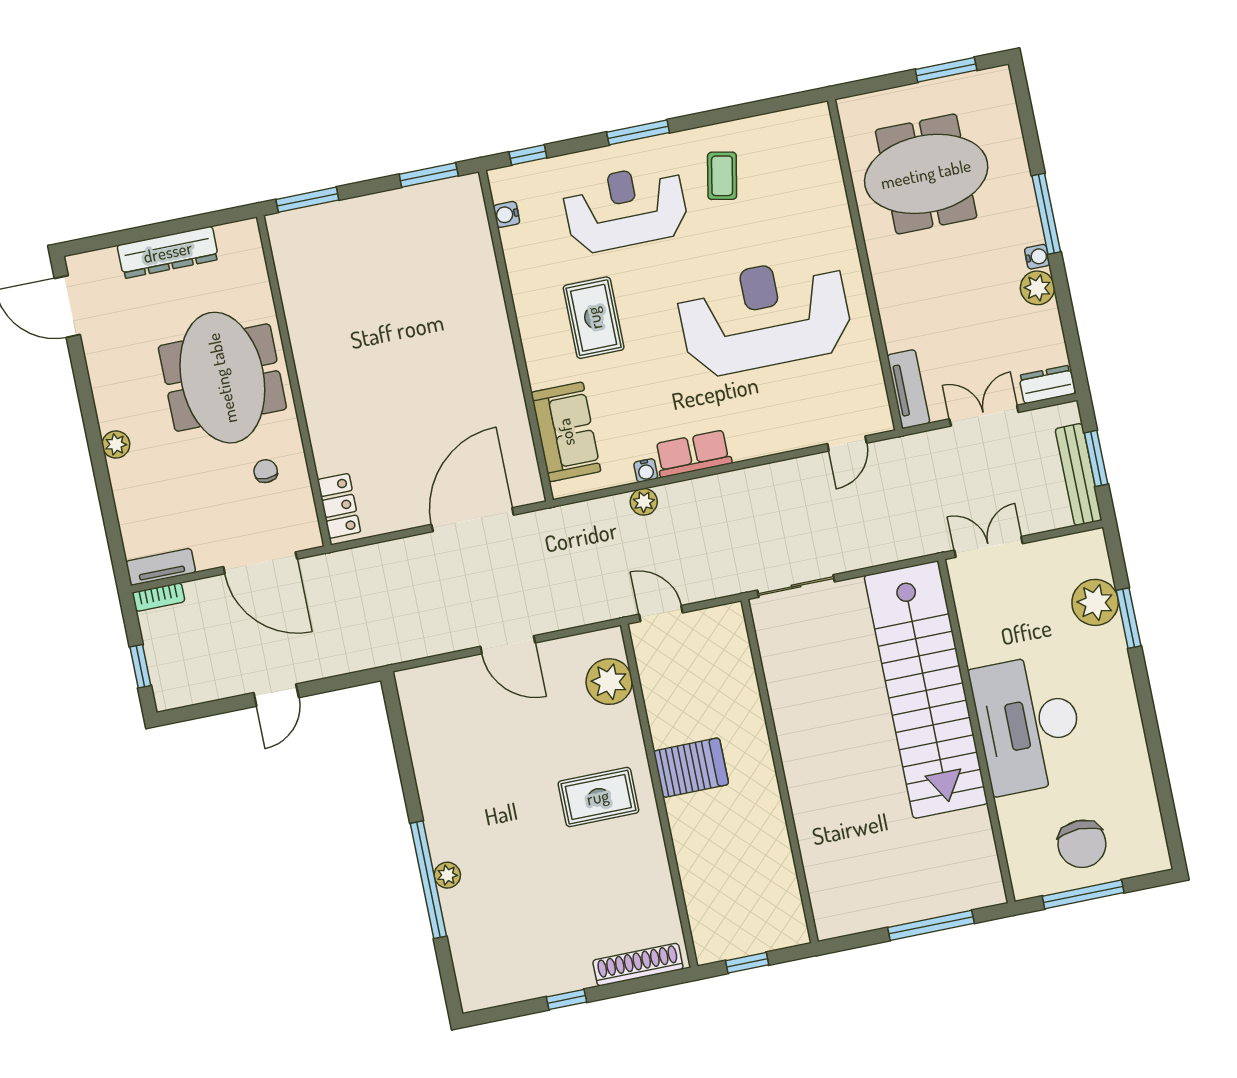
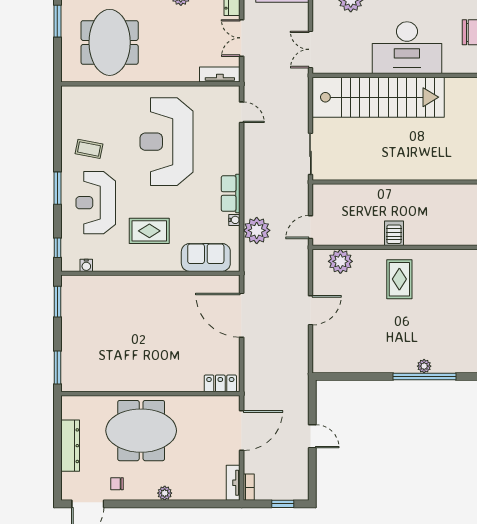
chair: (266, 471) -> (117, 484), moved
plant: (644, 502) -> (257, 230), width x1.87, depth x1.87
server rack: (691, 768) -> (394, 233), width x0.73, depth x0.70

